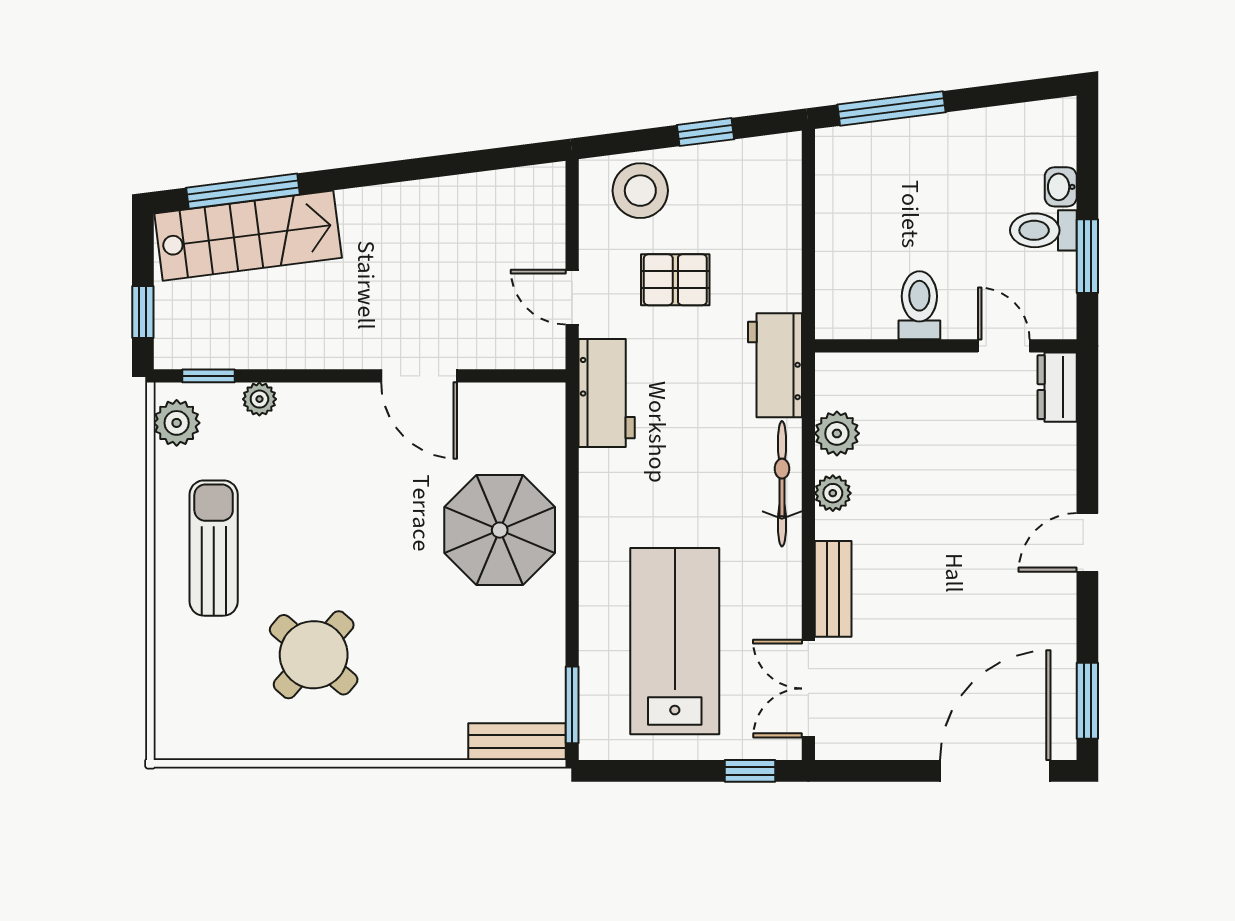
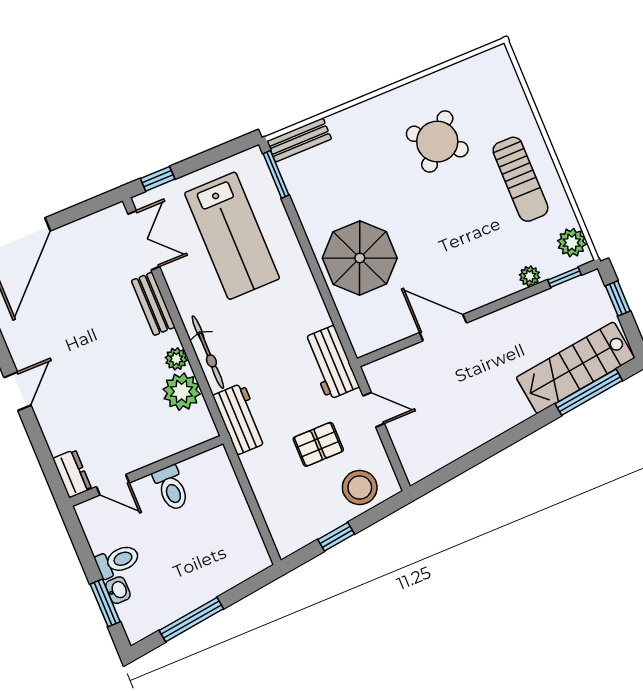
window: (891, 108) -> (191, 620), moved
window: (1087, 256) -> (105, 603), moved
plant: (837, 433) -> (182, 392), width x1.36, depth x1.36

